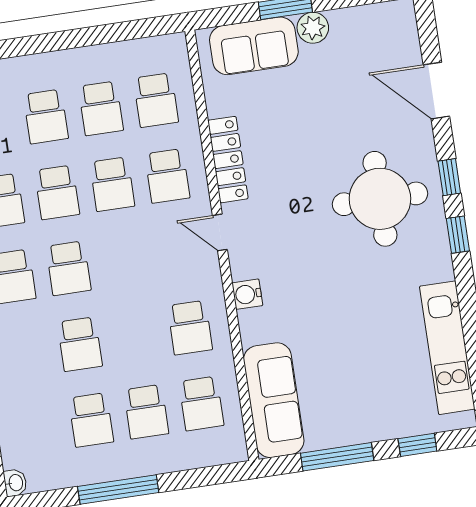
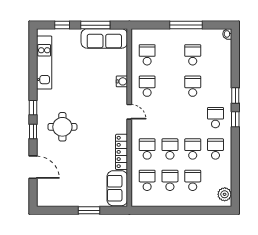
plant: (313, 28) -> (79, 200), removed
sofa: (254, 46) -> (117, 188), moved, turned -90
round table: (380, 199) -> (62, 127), width x0.73, depth x0.73
door: (220, 232) -> (129, 112), moved
school desk: (68, 268) -> (193, 118), removed
water cooler: (247, 294) -> (122, 81), moved
sofa: (274, 400) -> (104, 38), moved, turned -90
school desk: (146, 412) -> (170, 55), removed

